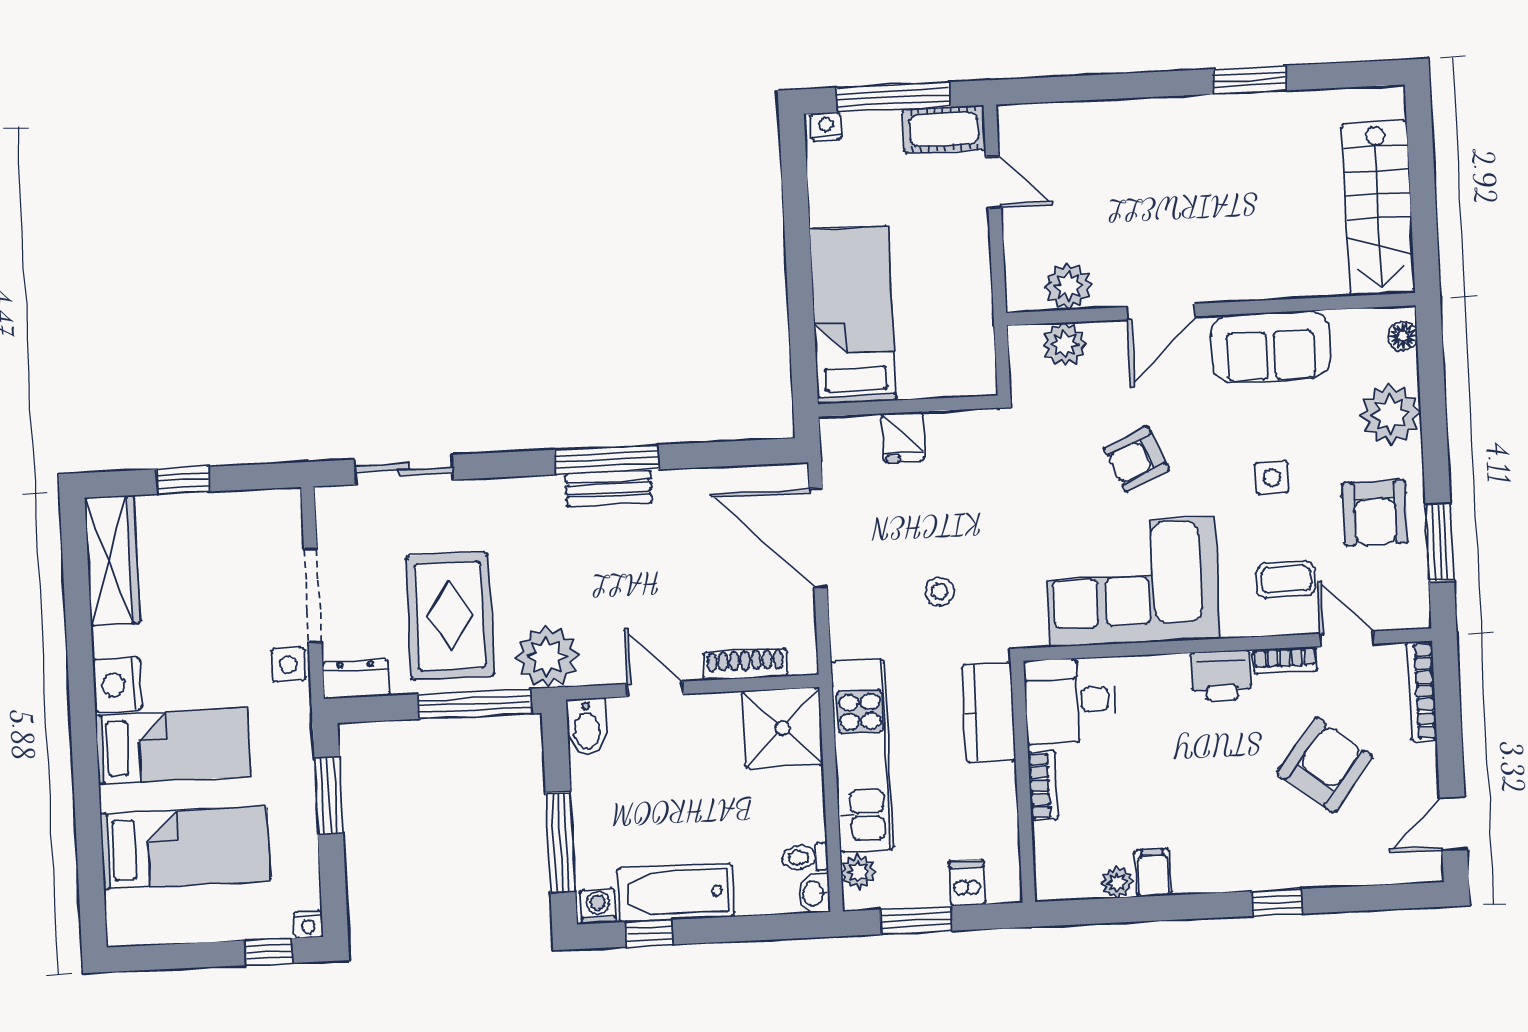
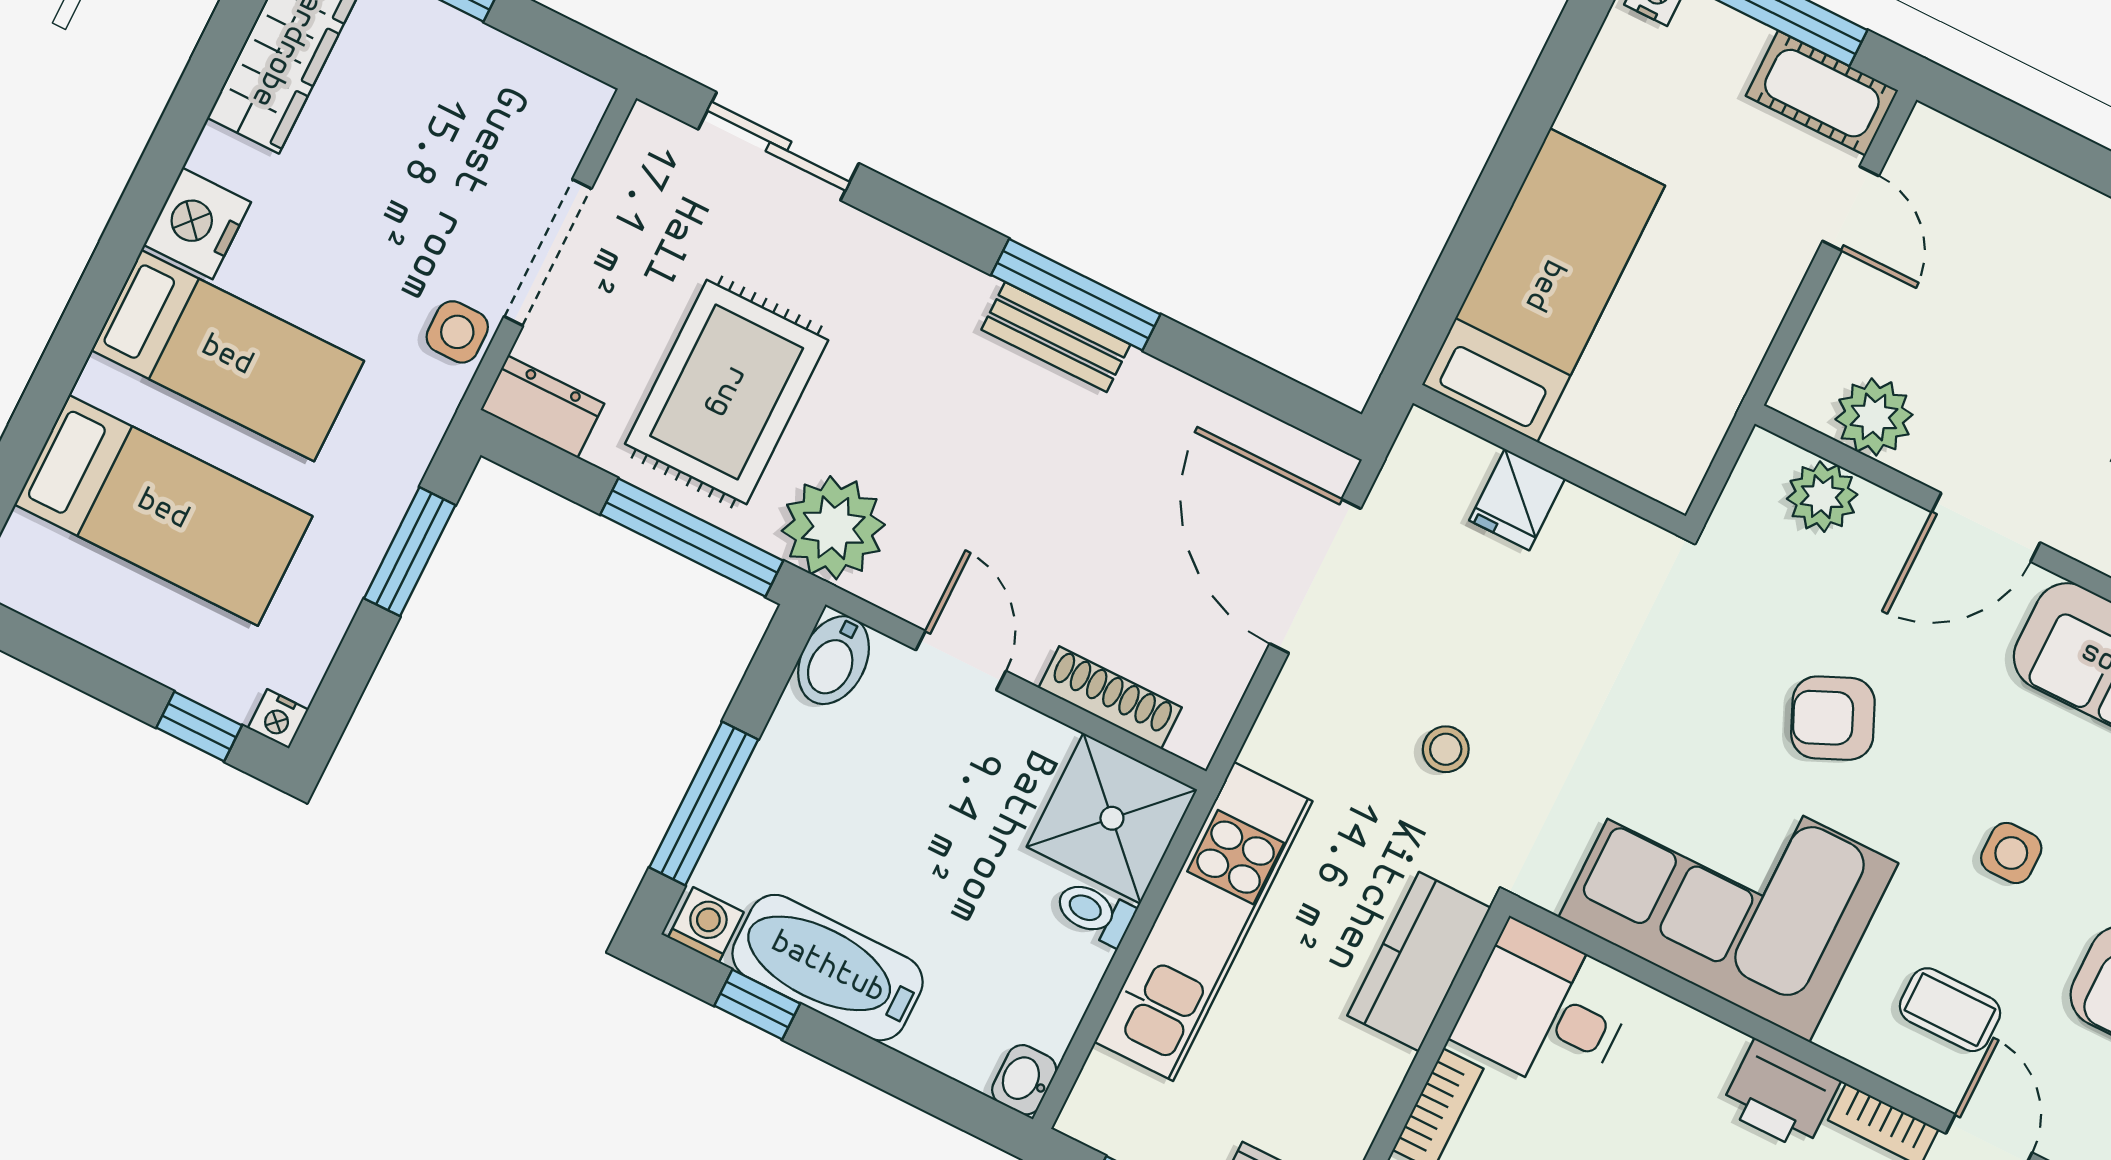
toilet: (805, 857) -> (1095, 912), moved
plant: (858, 872) -> (1104, 1085), removed

